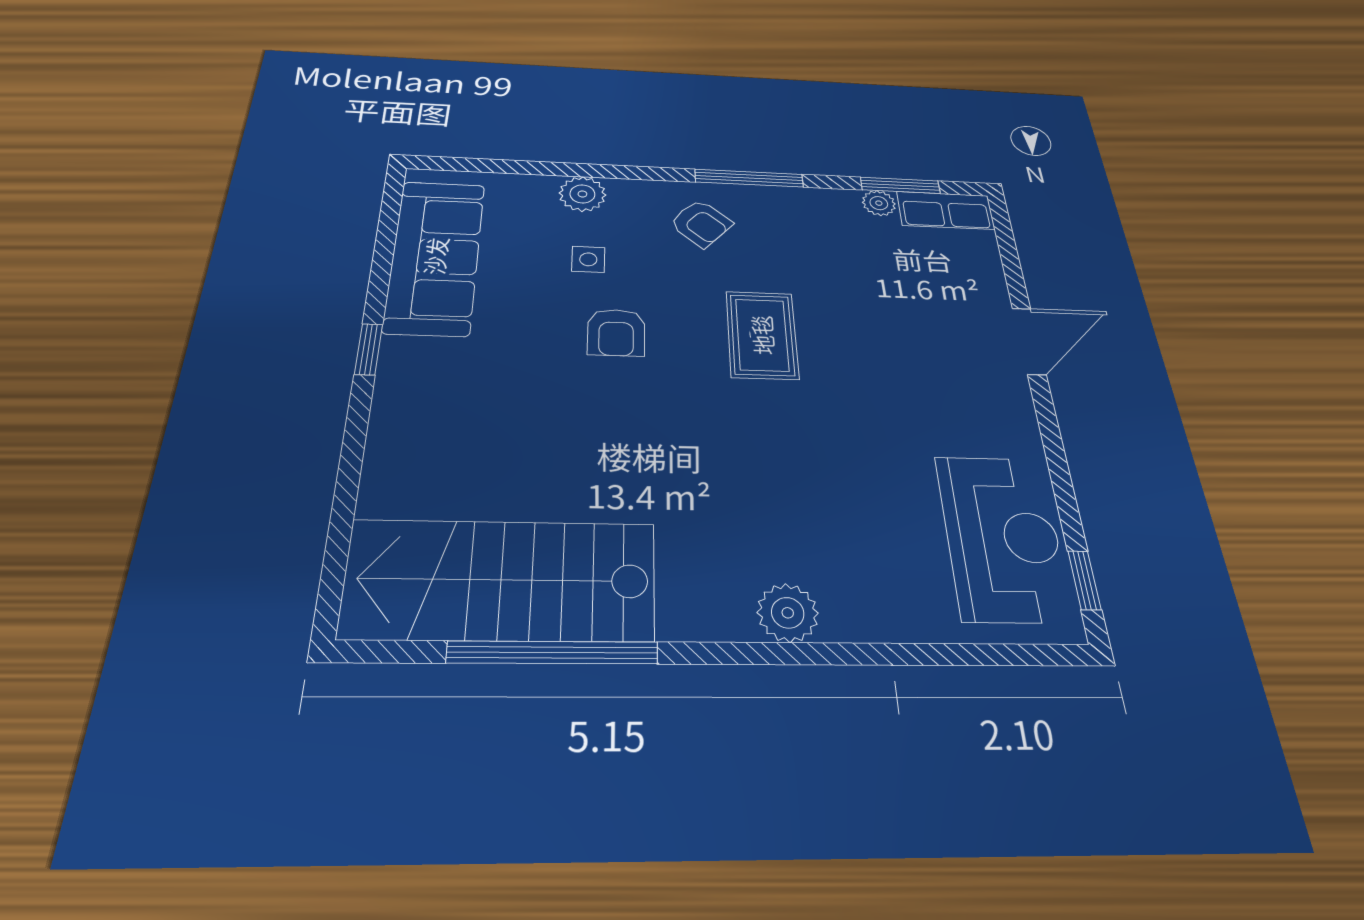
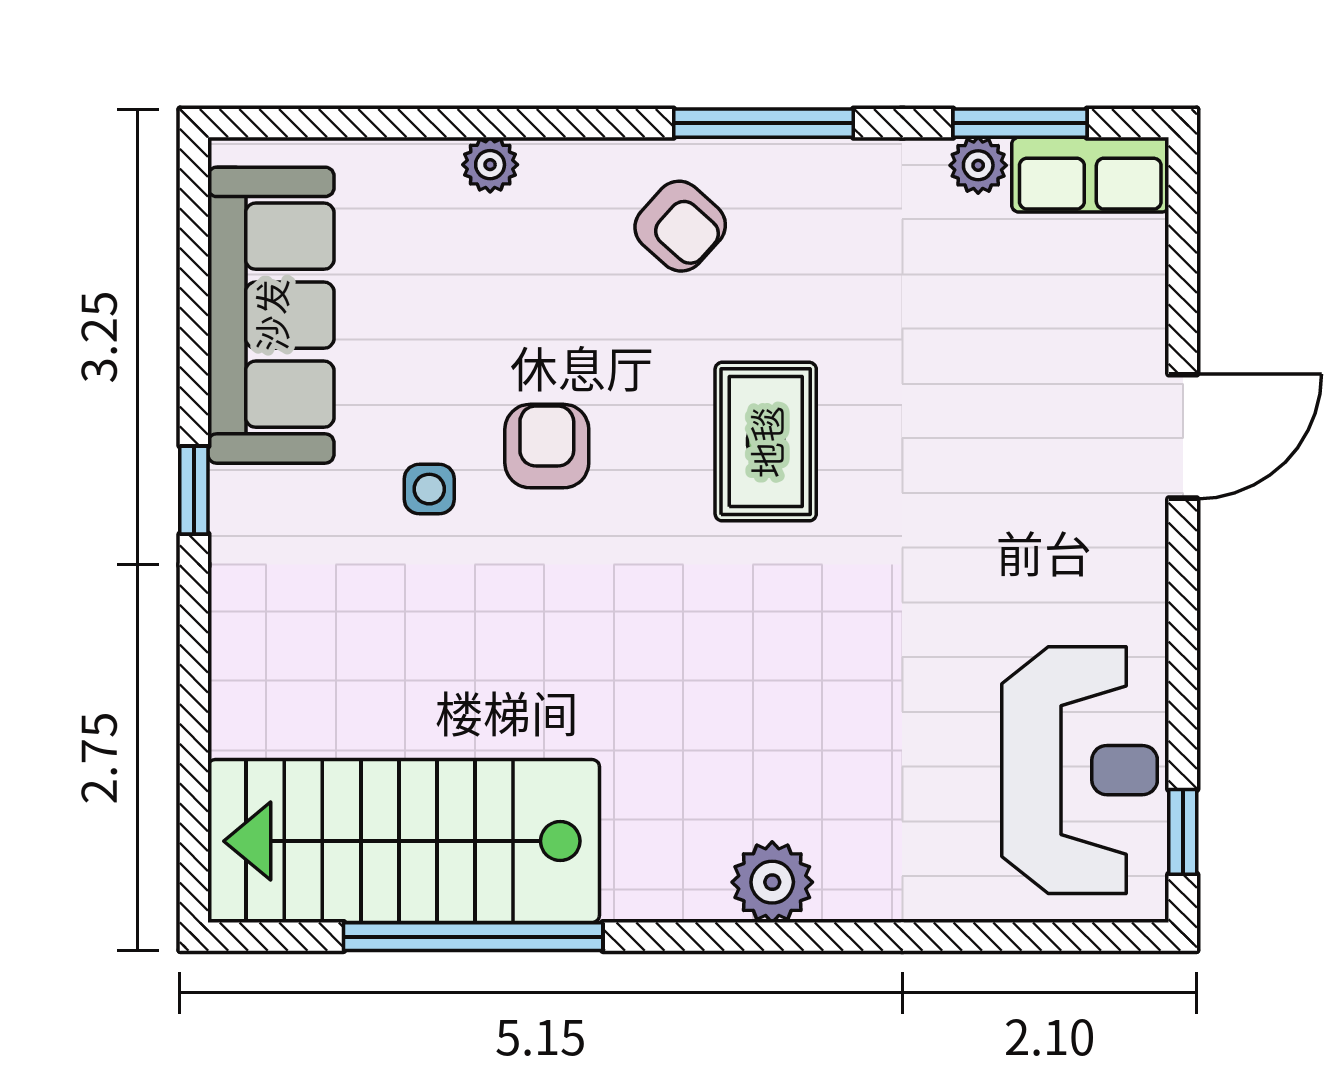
plant: (582, 194) -> (490, 165), width x0.73, depth x0.73
side table: (588, 259) -> (429, 489), moved
armchair: (616, 332) -> (547, 446), turned 180

